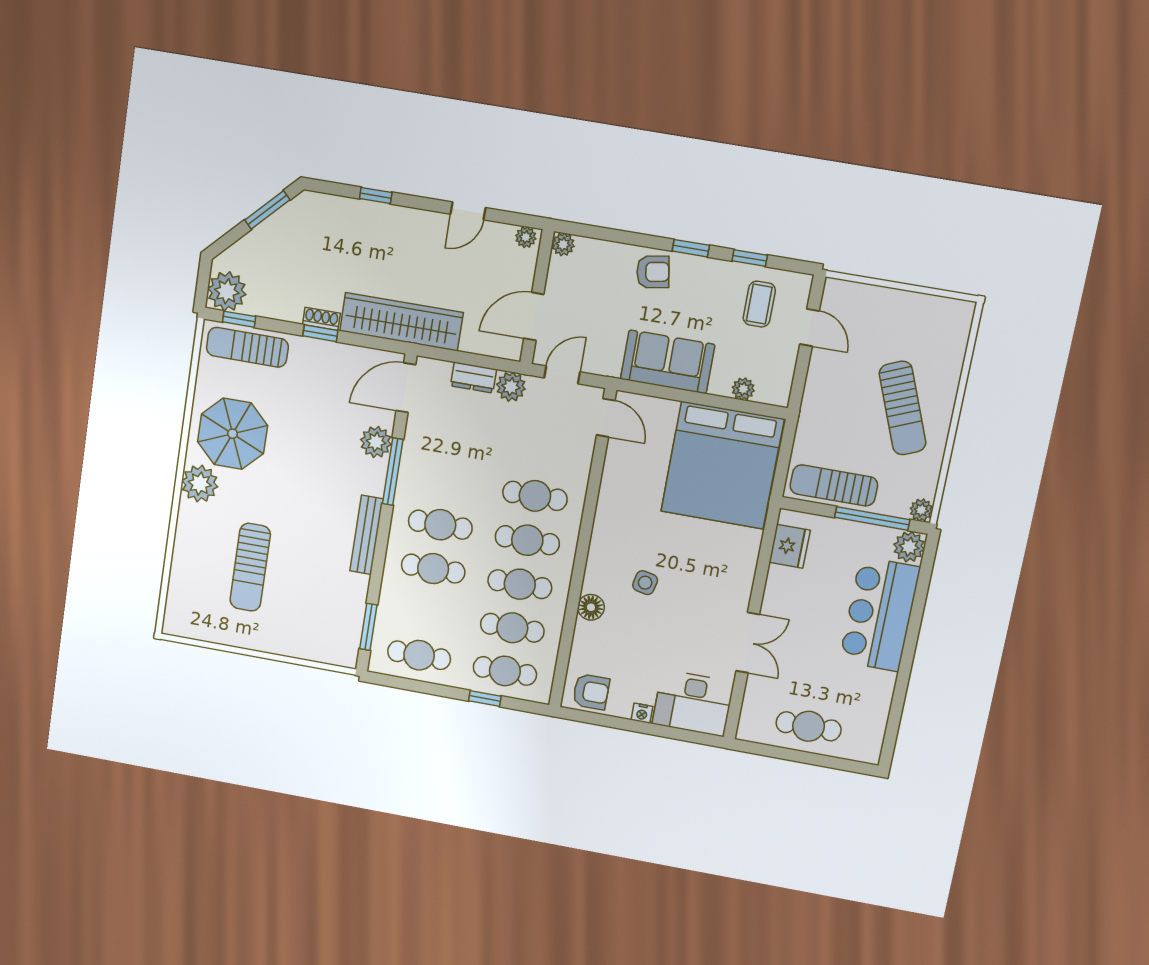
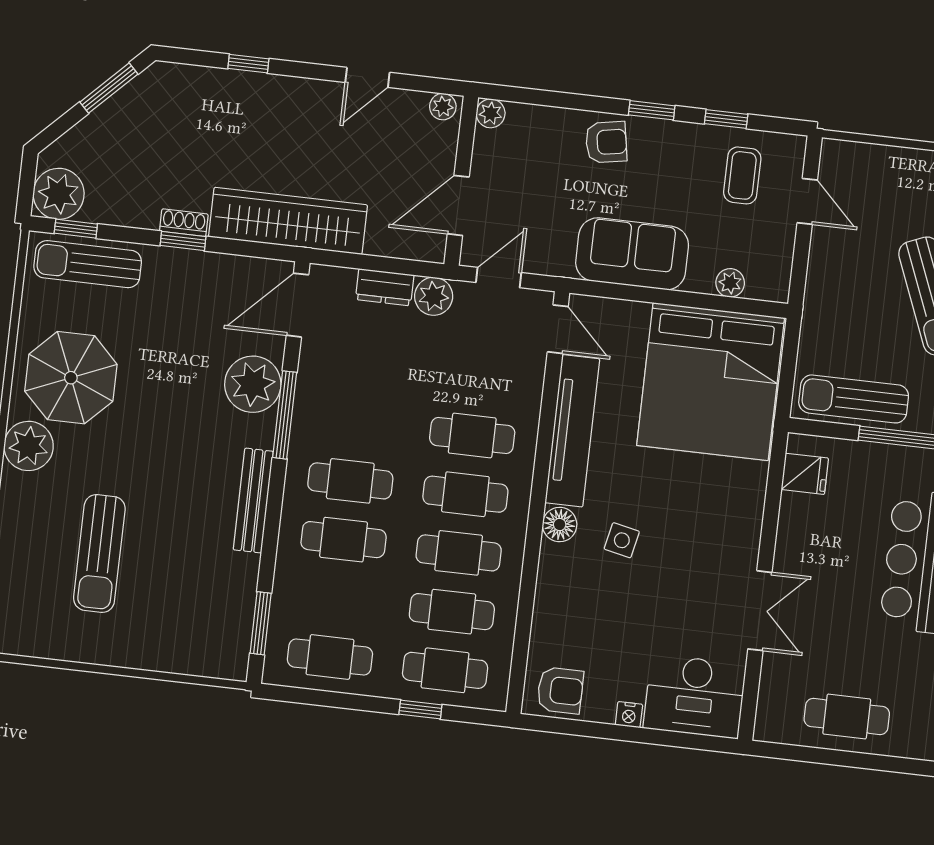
plant: (376, 442) -> (253, 384), width x1.36, depth x1.36
tv unit: (612, 497) -> (572, 431), added
fridge: (790, 546) -> (805, 474), width x0.72
floor lamp: (591, 607) -> (560, 525), moved

